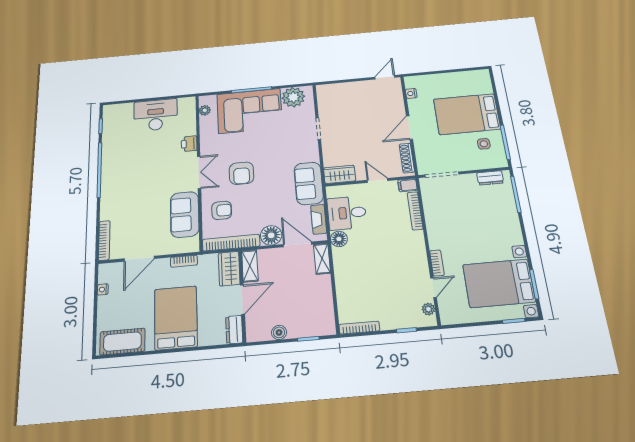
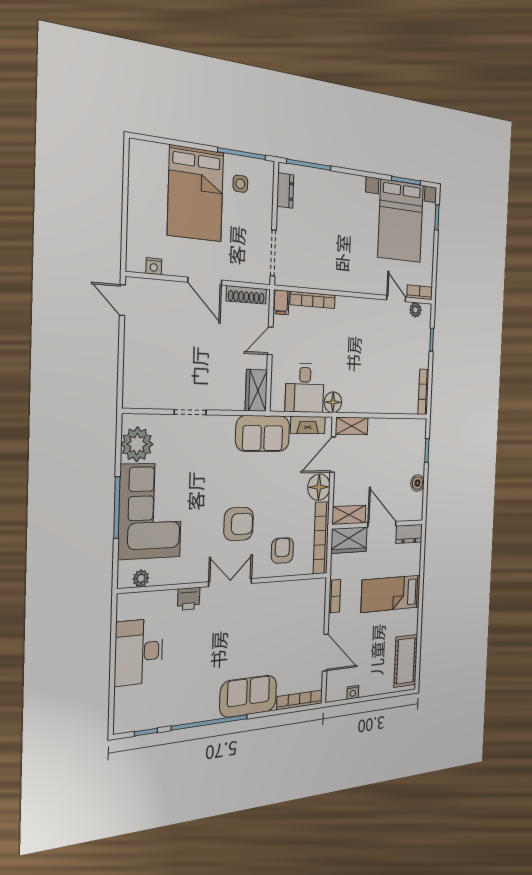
sofa: (185, 214) -> (248, 696), moved, turned 180
bookcase: (437, 263) -> (420, 292), moved
bed: (176, 318) -> (391, 594), width x0.67

